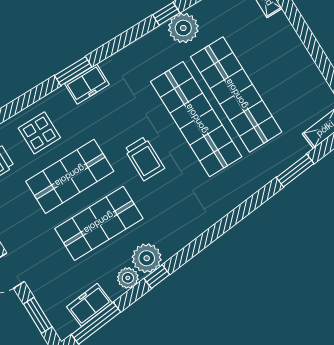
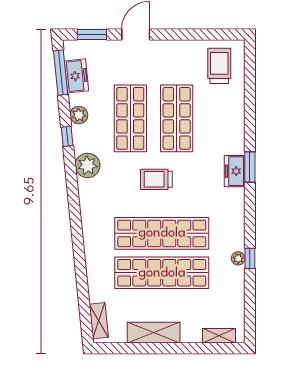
plant: (183, 28) -> (238, 258), width x0.53, depth x0.53
shelving: (302, 65) -> (154, 333), added
display table: (39, 133) -> (221, 116), removed
window: (295, 170) -> (82, 281), removed
plant: (147, 258) -> (87, 165), moved

